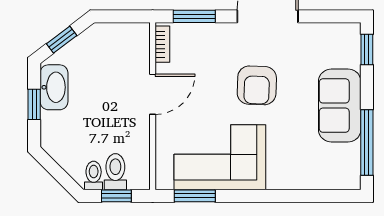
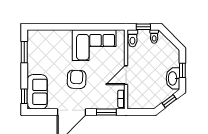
sofa: (340, 106) -> (37, 92), moved
window: (367, 143) -> (24, 52), width x0.69
toilet: (115, 172) -> (132, 38), moved
window: (195, 196) -> (106, 27), removed

